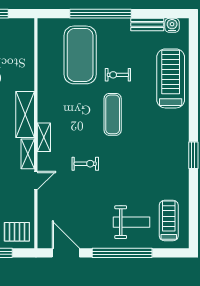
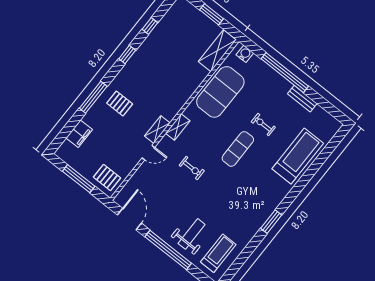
bench: (147, 24) -> (302, 99), moved
water cooler: (172, 25) -> (245, 54), moved
exercise mat: (80, 55) -> (220, 92), moved
shelving: (25, 115) -> (217, 51), moved
weight bench: (132, 222) -> (192, 234), turned -90

